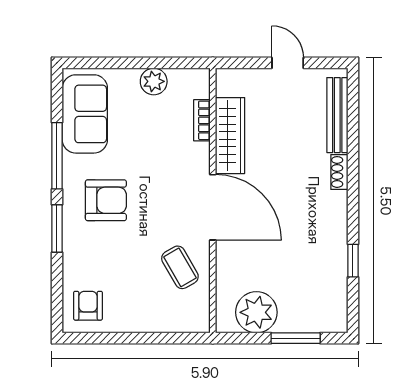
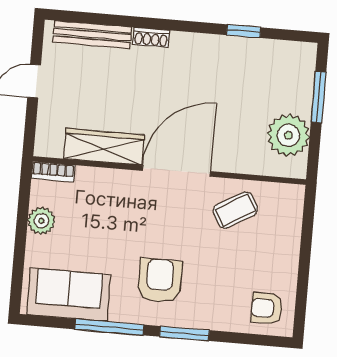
bookcase: (202, 120) -> (53, 172), moved

